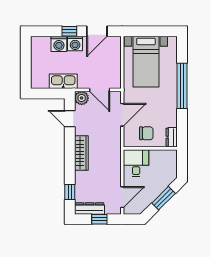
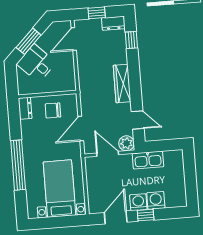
desk: (136, 163) -> (36, 63), moved, turned 135
dresser: (89, 209) -> (113, 23), width x0.70

